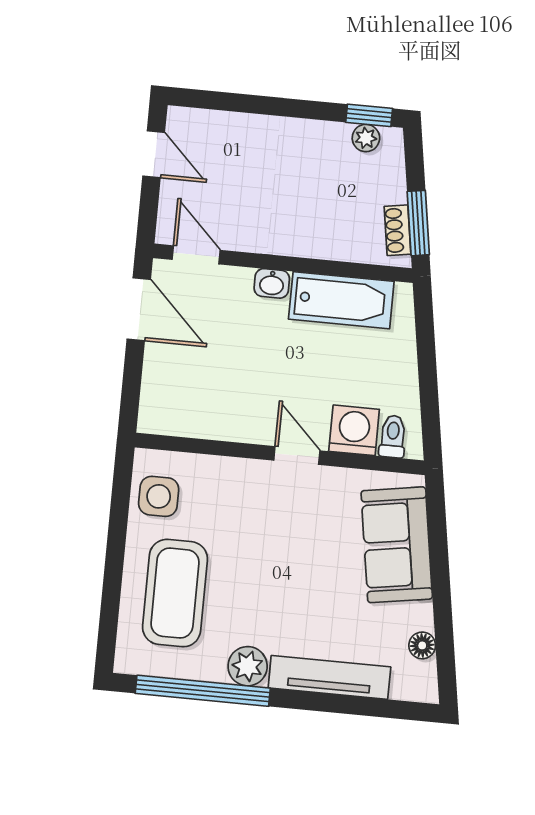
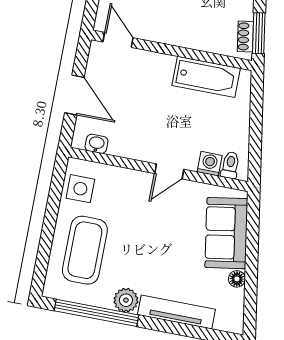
washbasin: (272, 283) -> (96, 144), moved, turned 180
door: (139, 309) -> (74, 95), moved
washing machine: (354, 430) -> (210, 164), width x0.73, depth x0.73
door: (297, 456) -> (169, 171), swing flipped
floor lamp: (422, 645) -> (237, 279), moved

